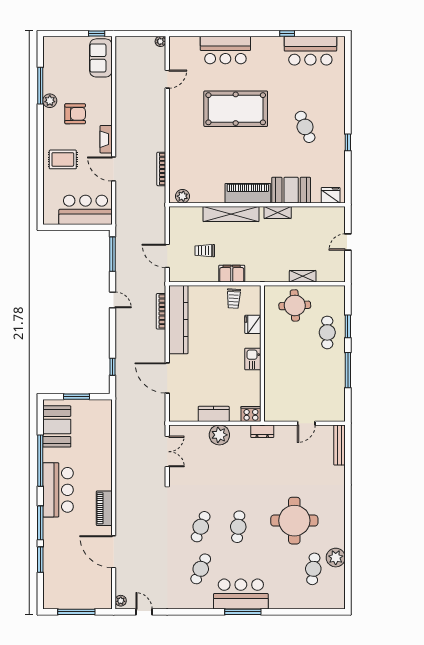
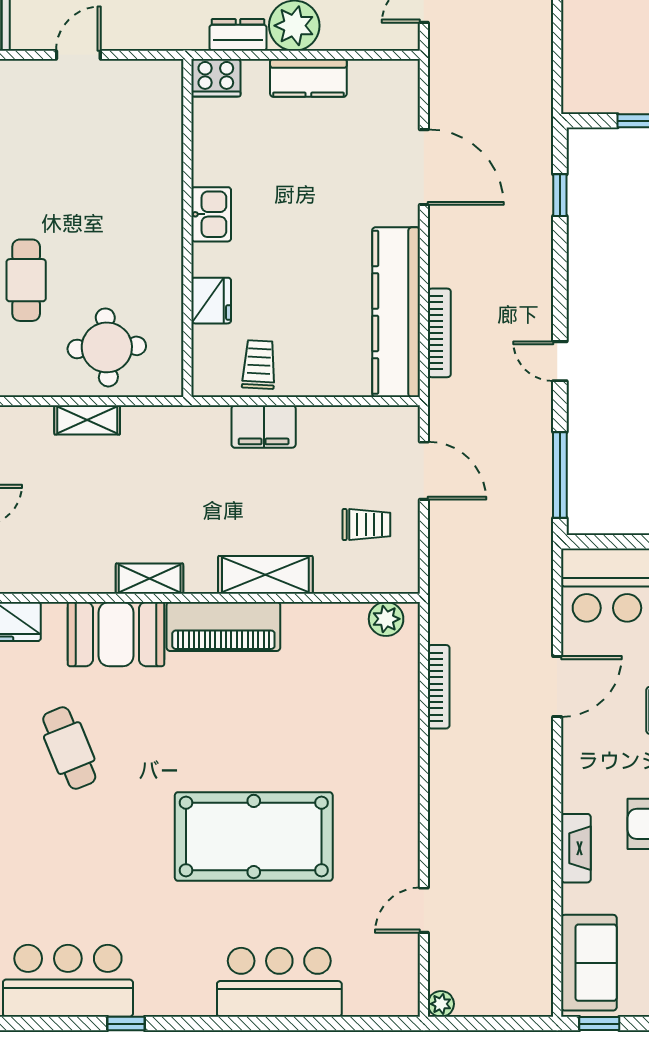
cafe table: (305, 127) -> (69, 748), moved
fireplace: (106, 139) -> (576, 848), moved
door: (114, 169) -> (557, 687), hinge flipped
shelving: (231, 214) -> (265, 575), width x0.68
trolley: (205, 251) -> (366, 524), moved
dresser: (262, 431) -> (238, 35), moved

